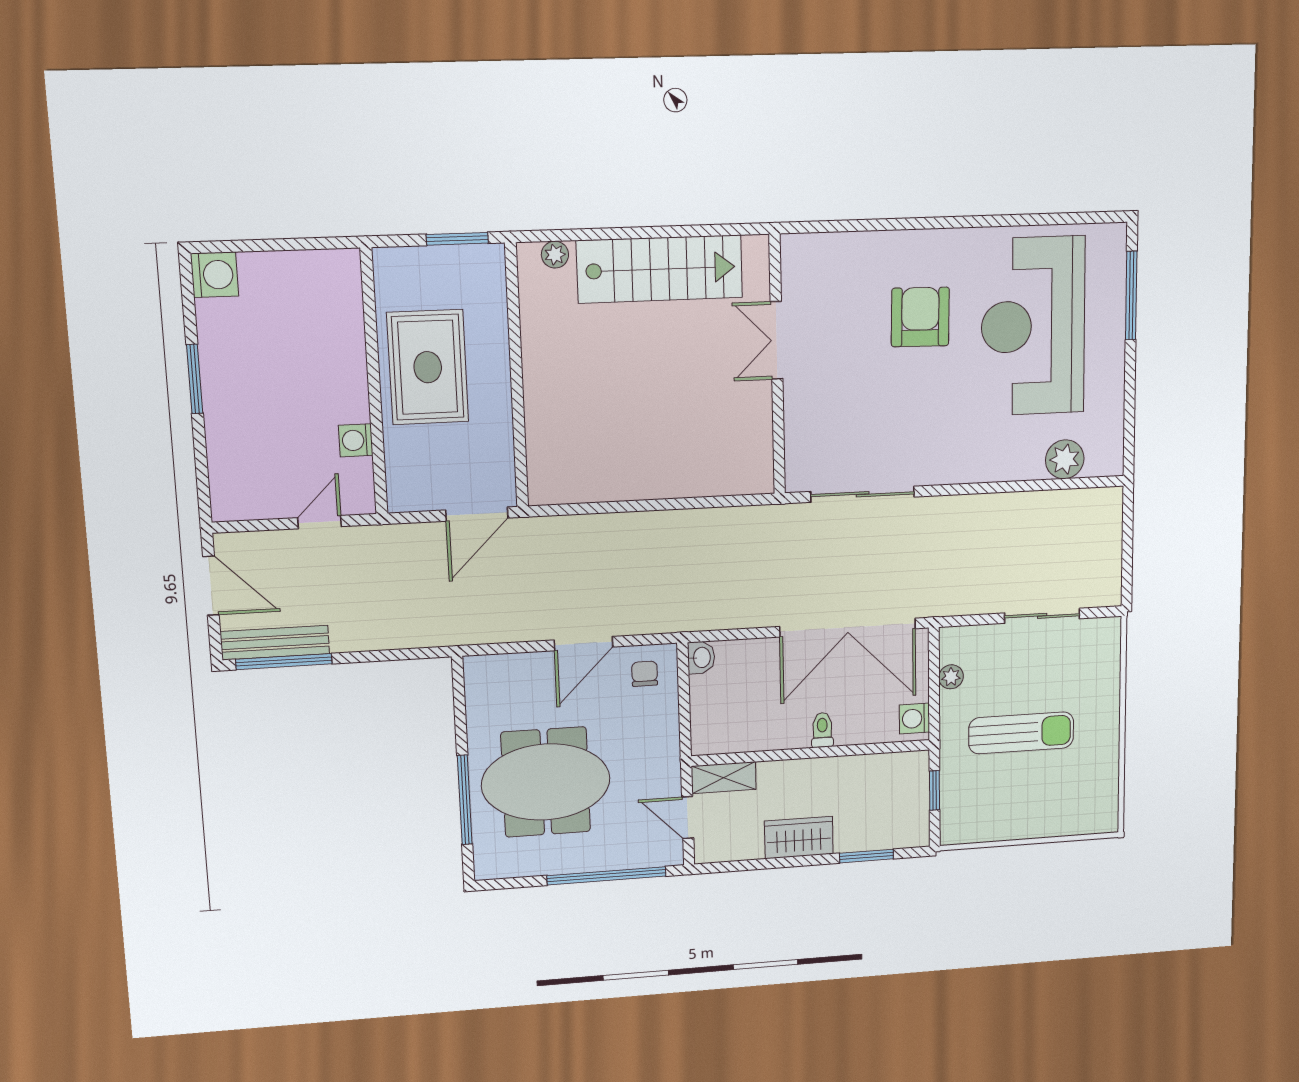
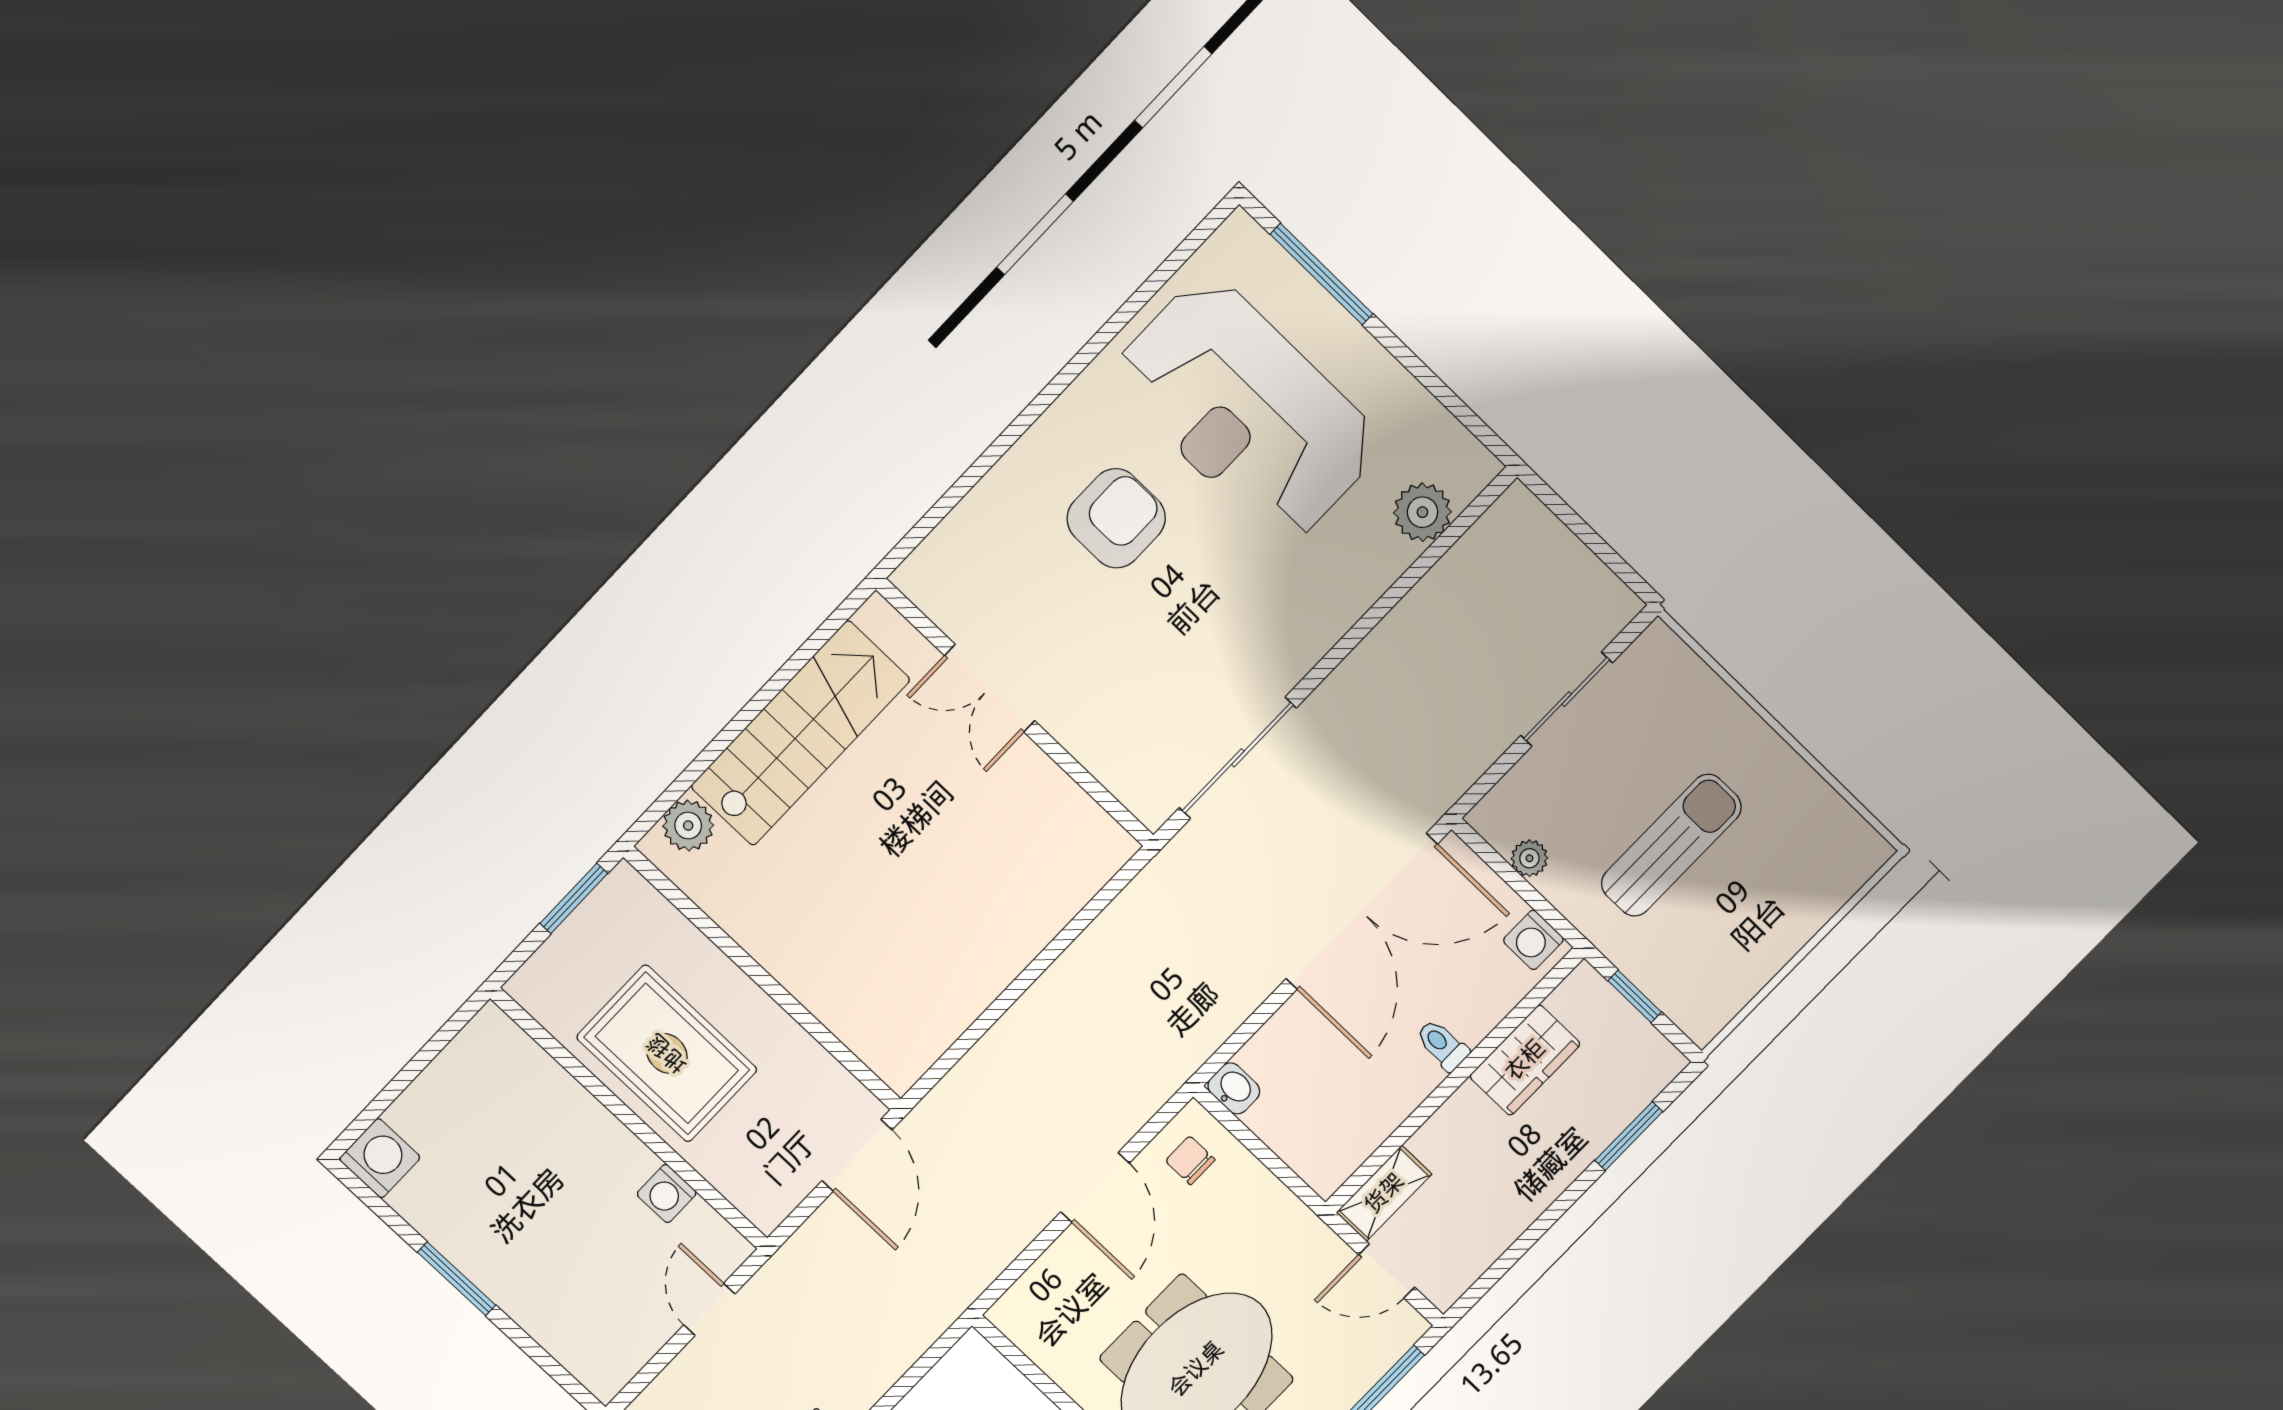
plant: (555, 255) -> (688, 826), width x1.38, depth x1.38
armchair: (920, 317) -> (1116, 518), turned 89
wardrobe: (799, 838) -> (1525, 1060), moved, turned 180

